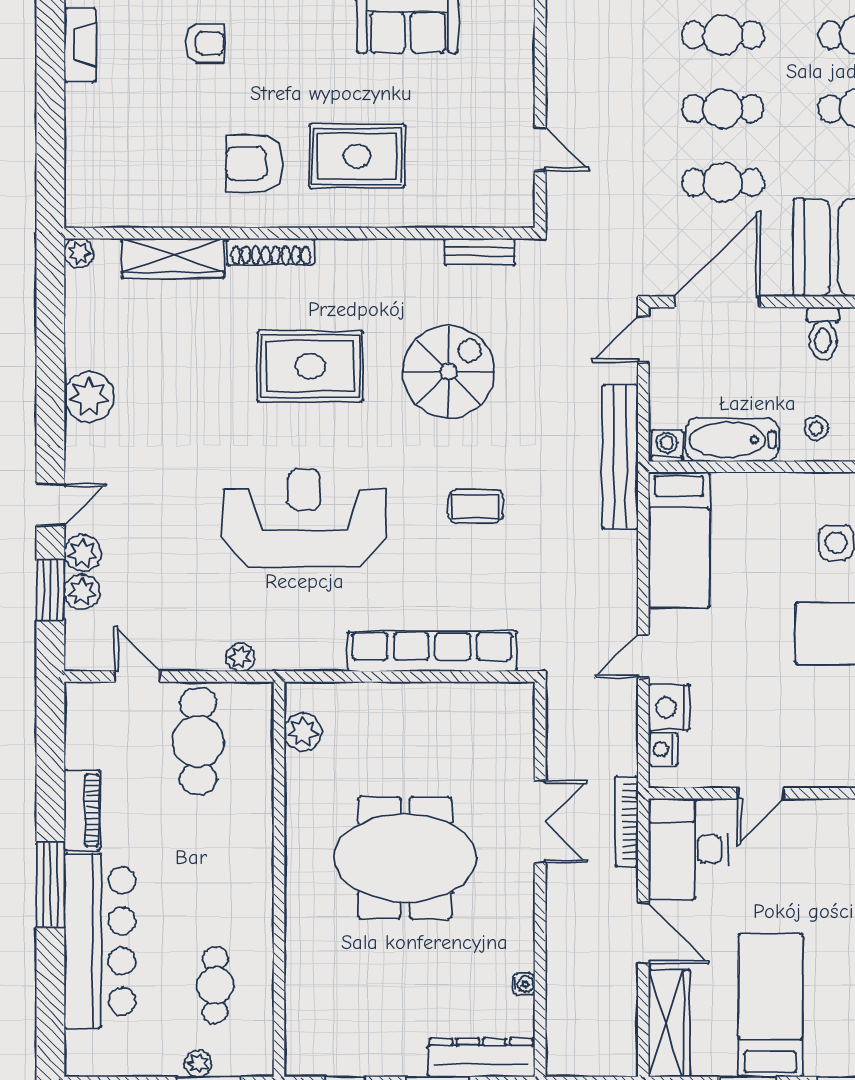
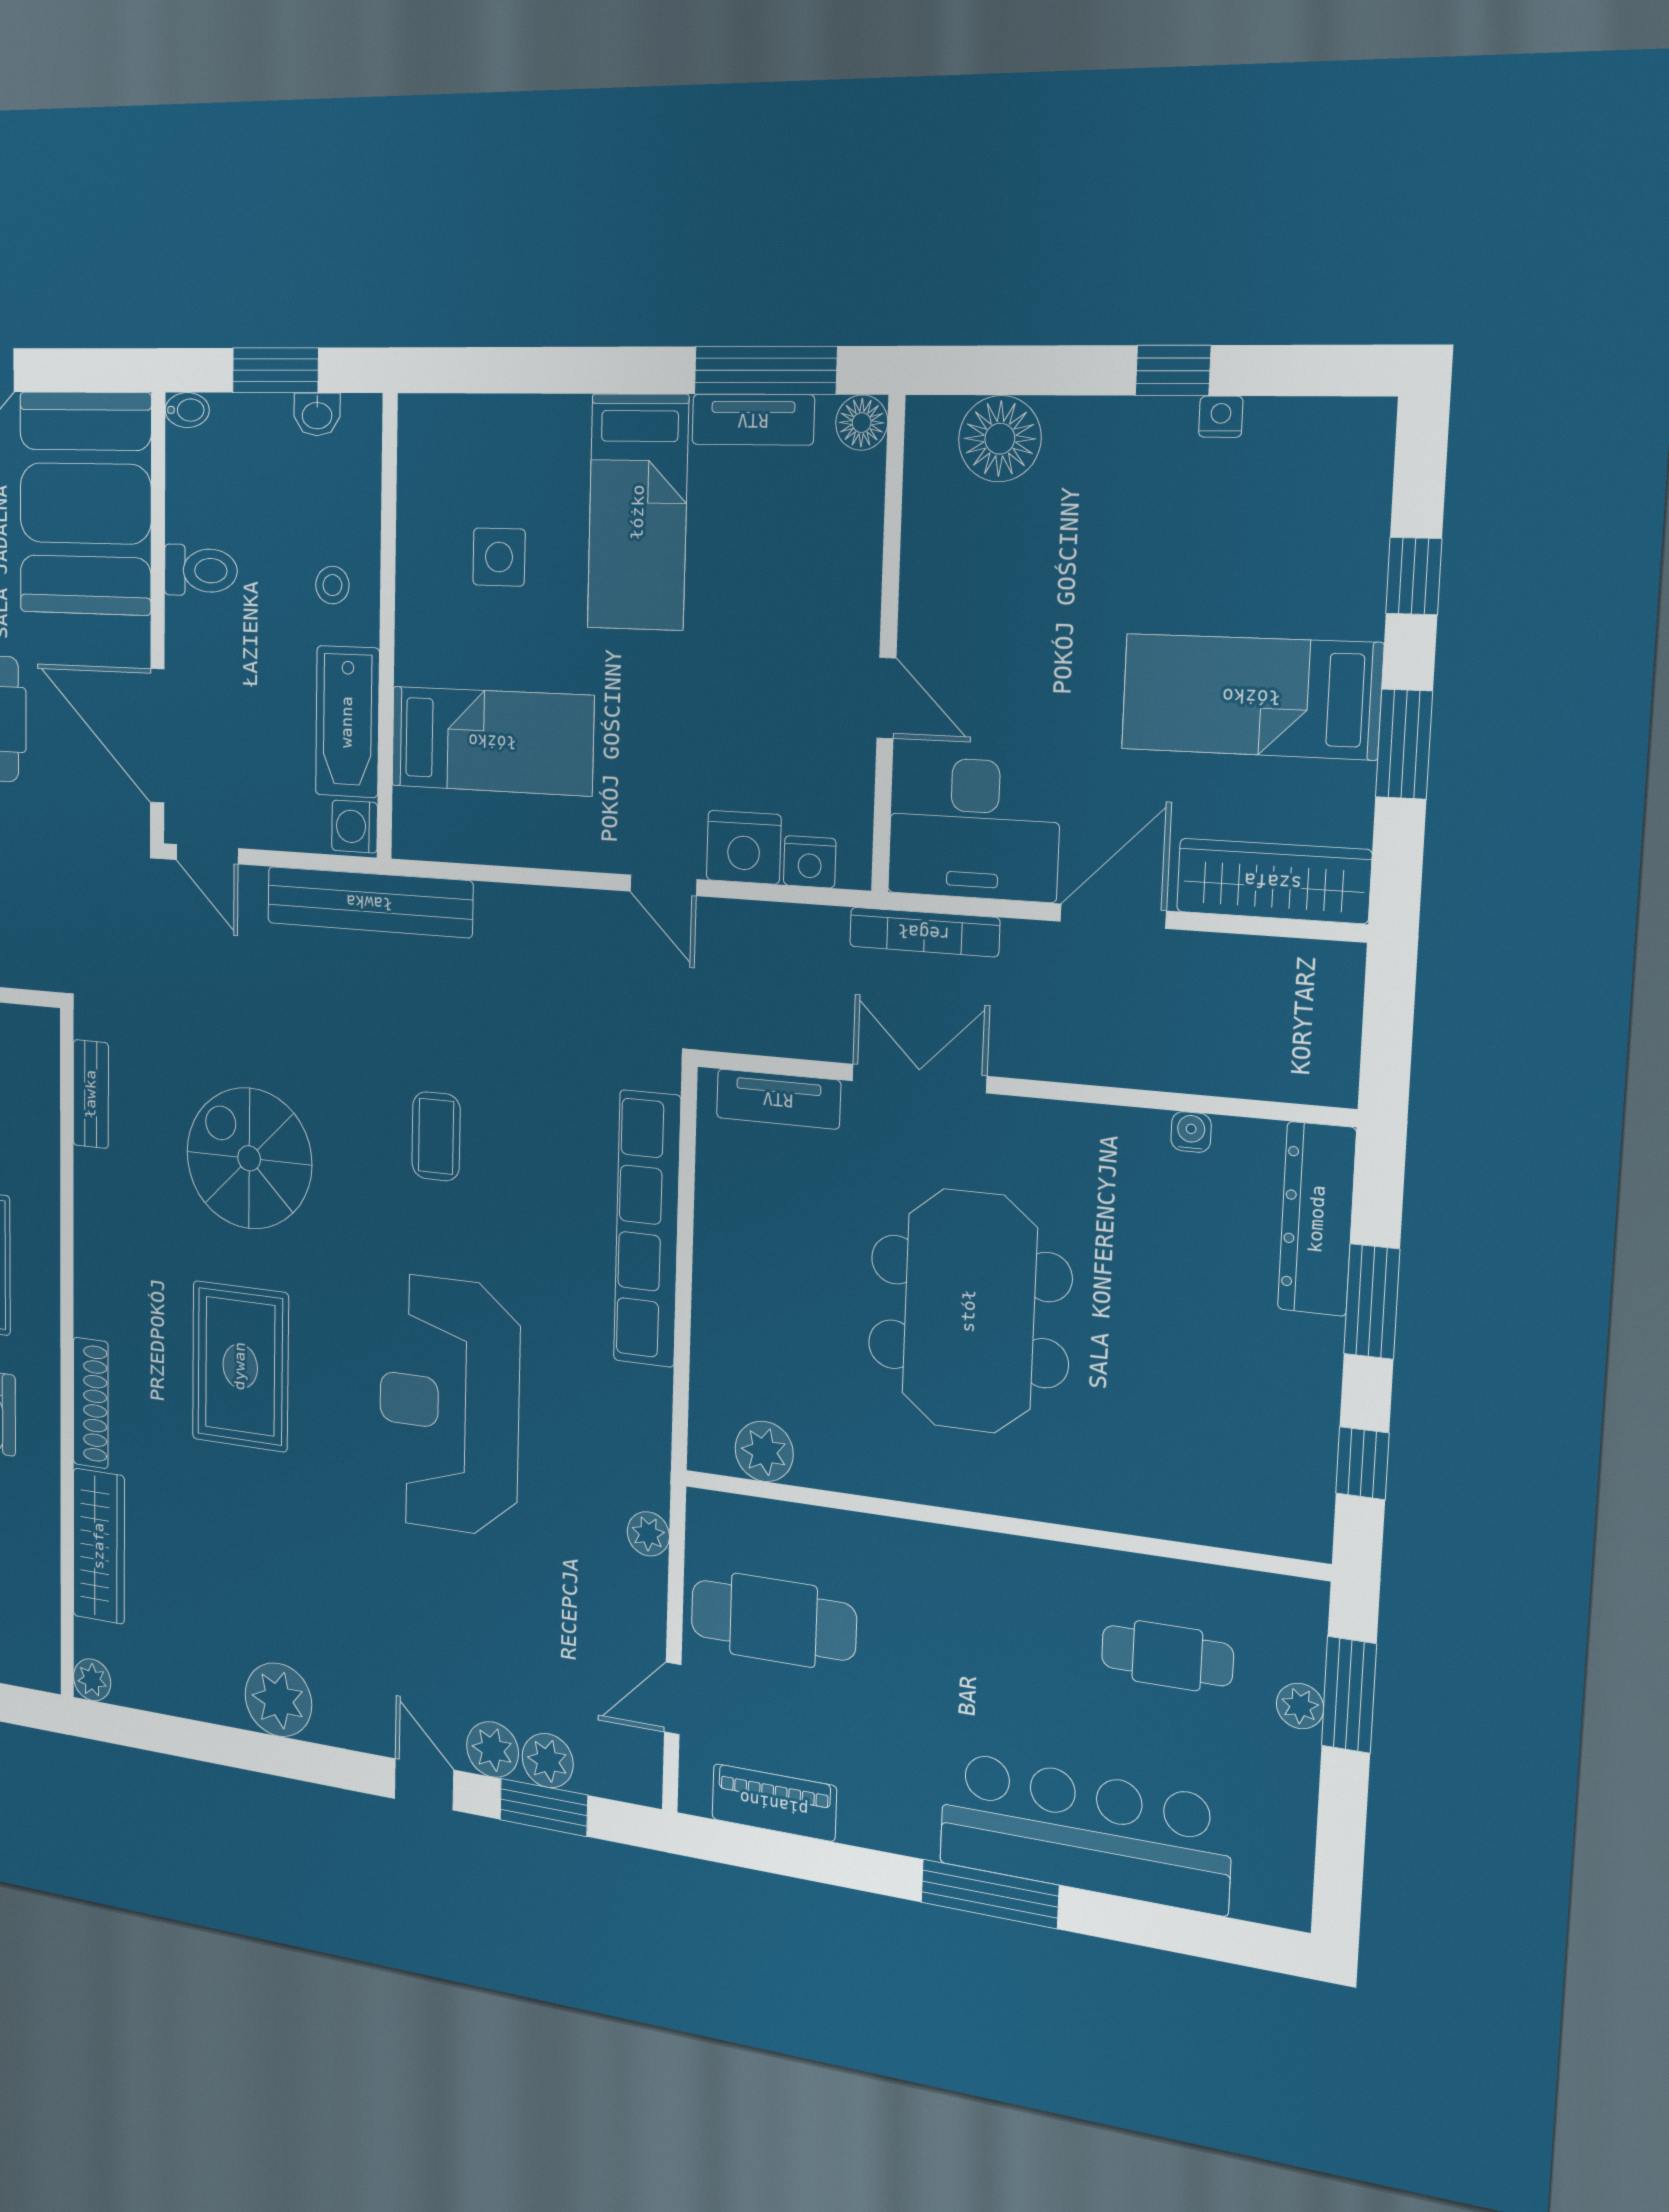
bed: (679, 540) -> (492, 741), moved
tv unit: (520, 734) -> (778, 1099), added
piano: (82, 810) -> (774, 1803), moved

